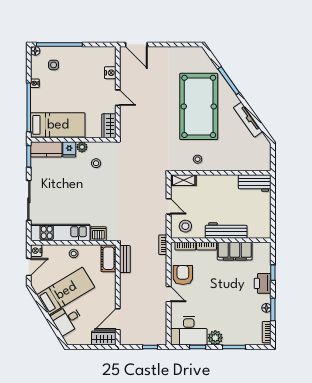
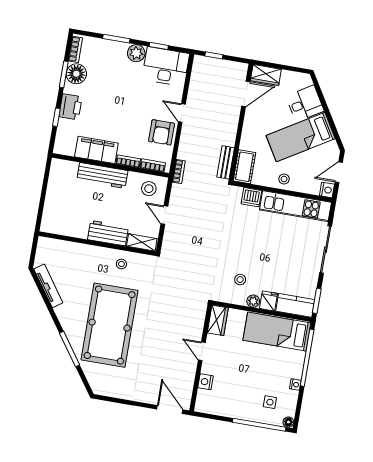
tv unit: (248, 120) -> (48, 286), moved
workbench: (255, 183) -> (108, 233), moved
floor lamp: (266, 308) -> (76, 74), width x1.89, depth x1.89

